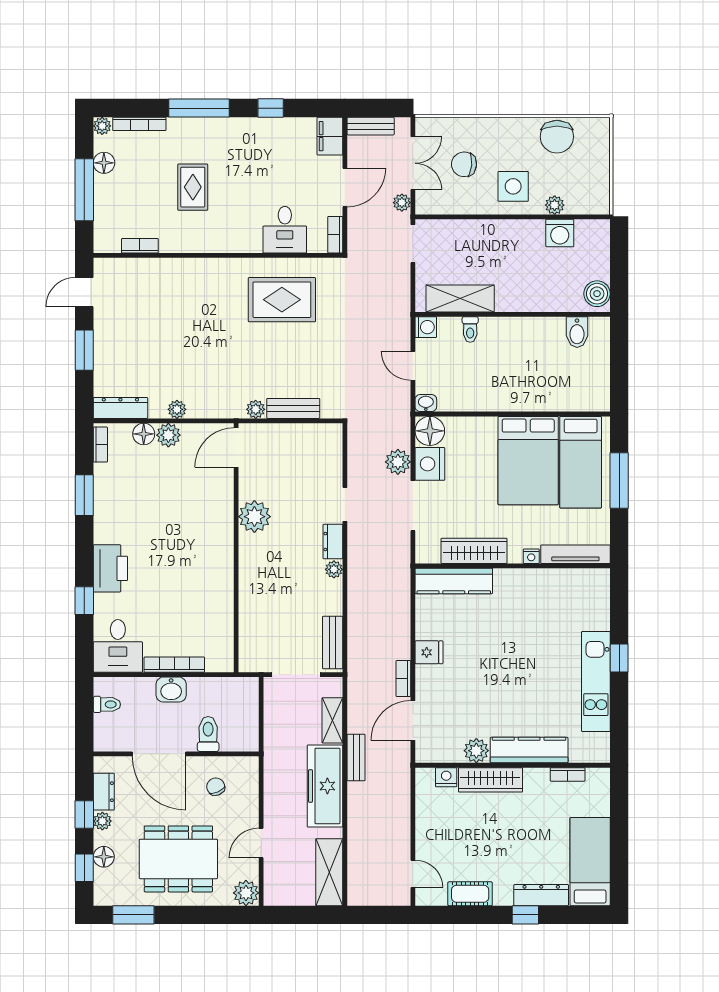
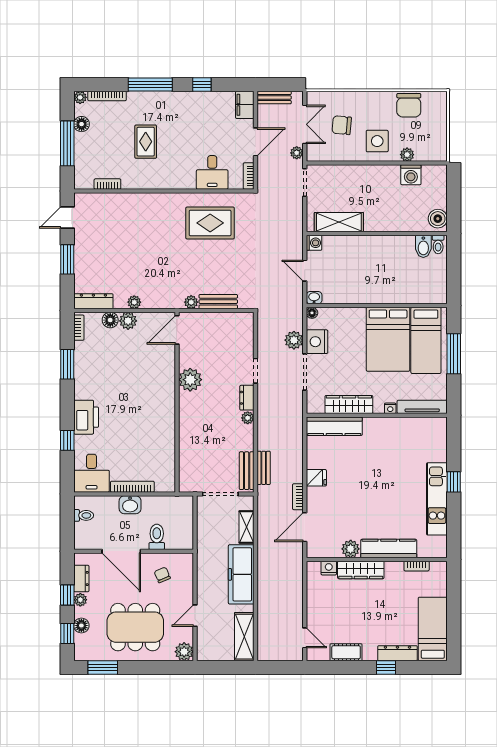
toilet: (470, 329) -> (438, 244), moved
floor lamp: (430, 431) -> (312, 313), width x0.53, depth x0.53
bench: (356, 758) -> (264, 468), moved

